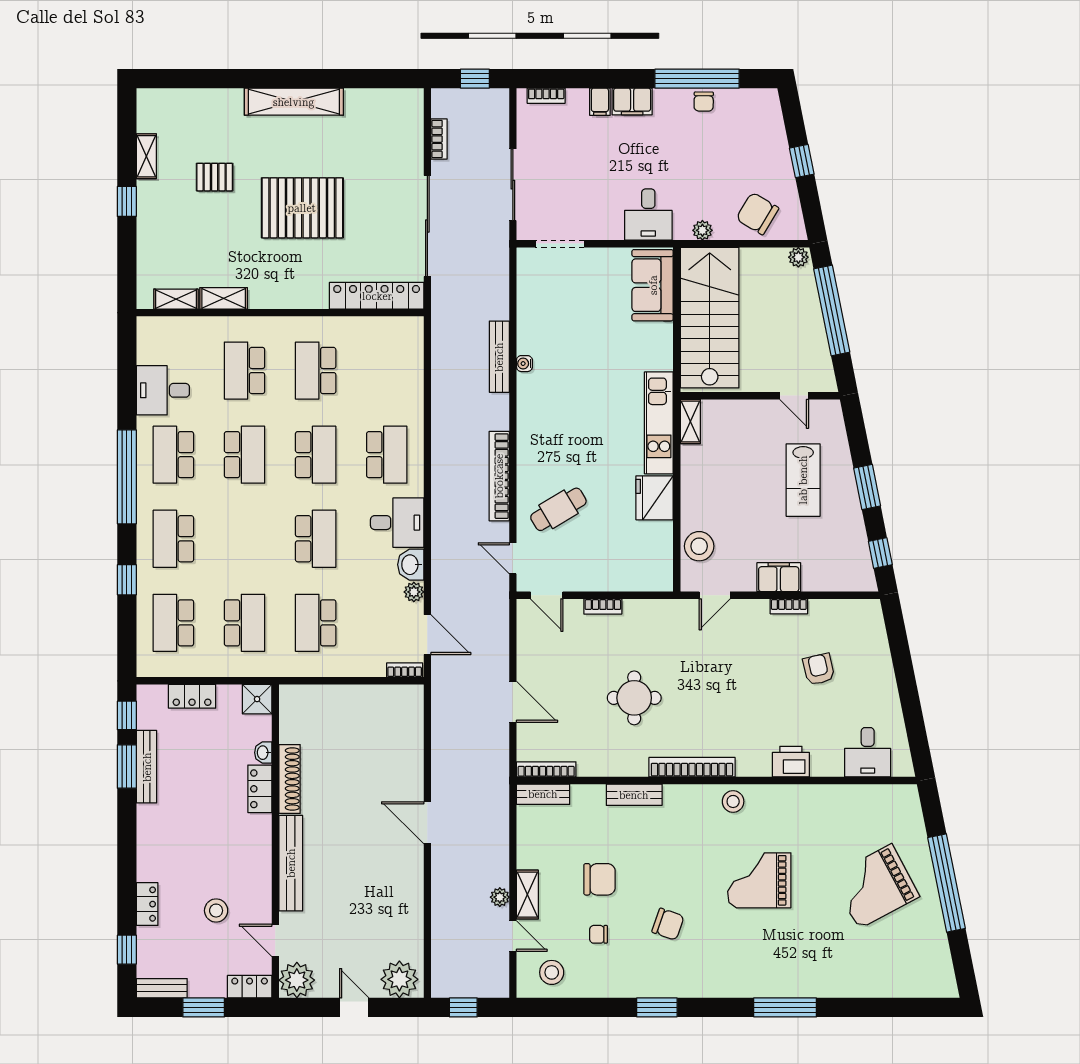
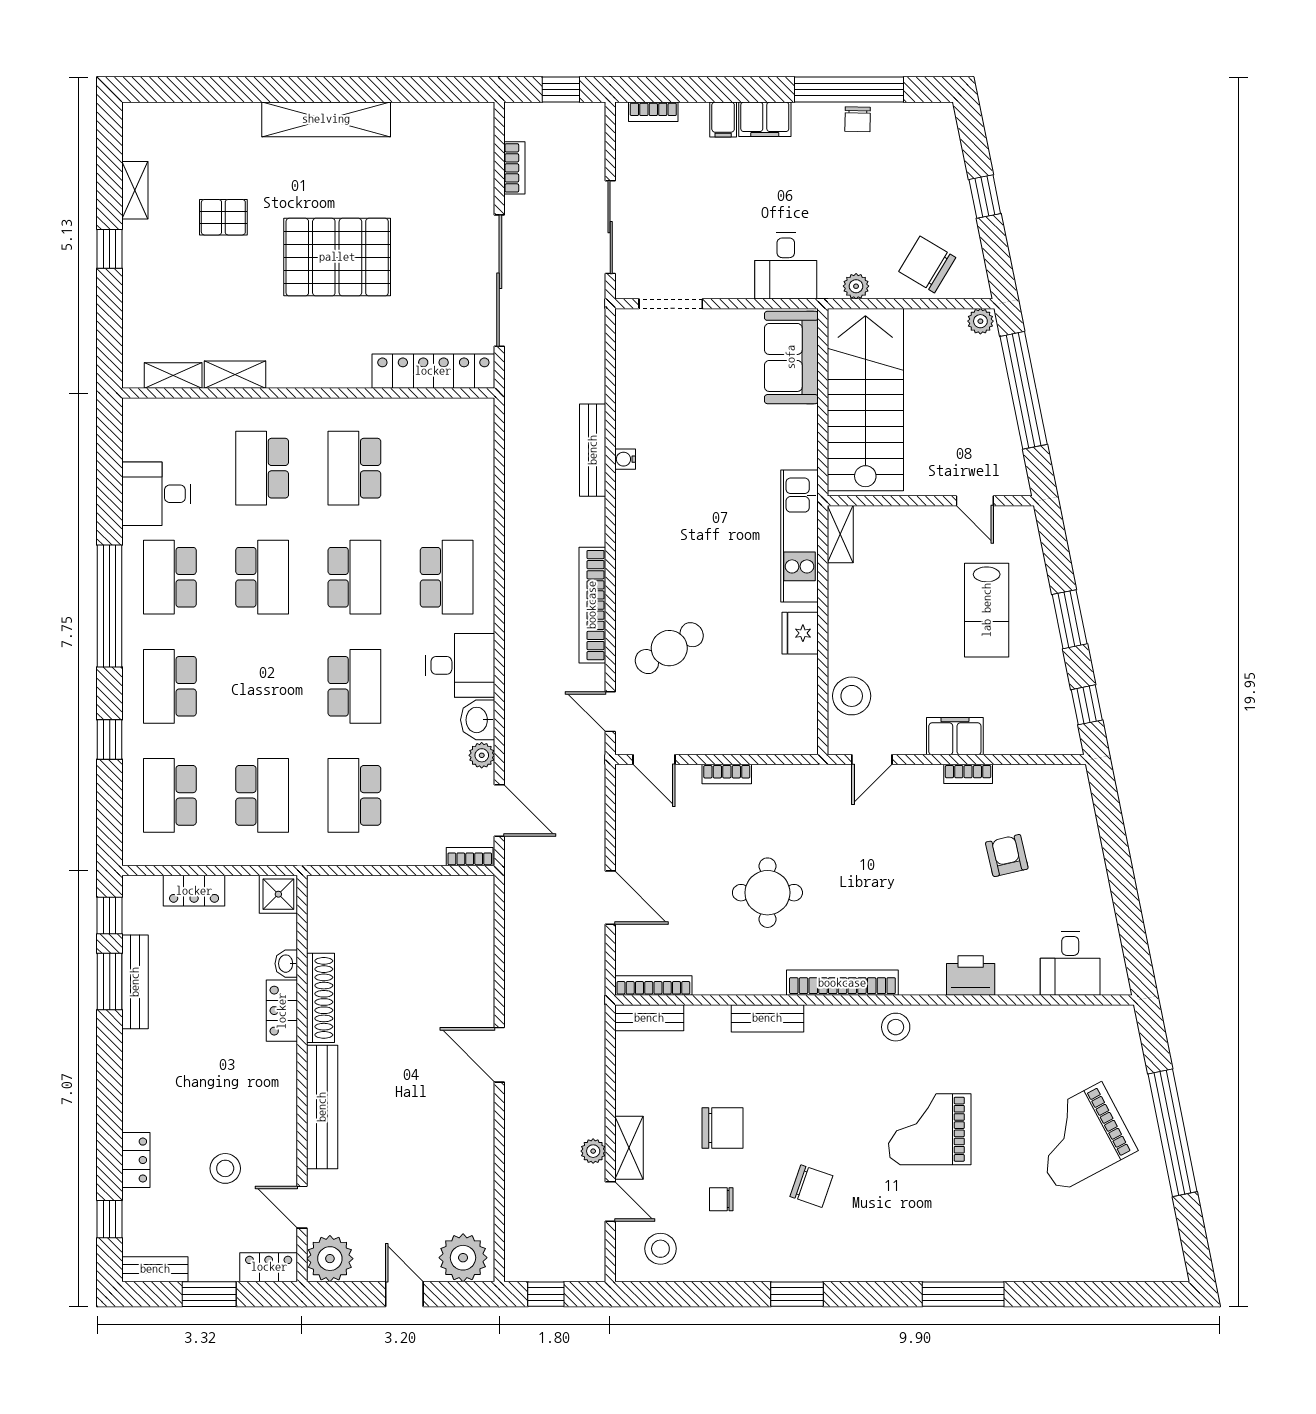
fridge: (655, 498) -> (800, 633), width x0.73, depth x0.75

